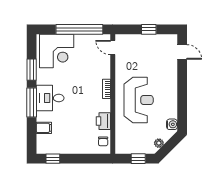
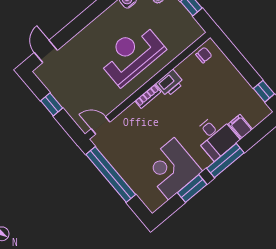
door: (113, 48) -> (101, 125), swing flipped
corner desk: (57, 51) -> (171, 169), moved, turned -90
desk: (50, 98) -> (216, 137), moved
printer: (103, 121) -> (170, 83), moved

